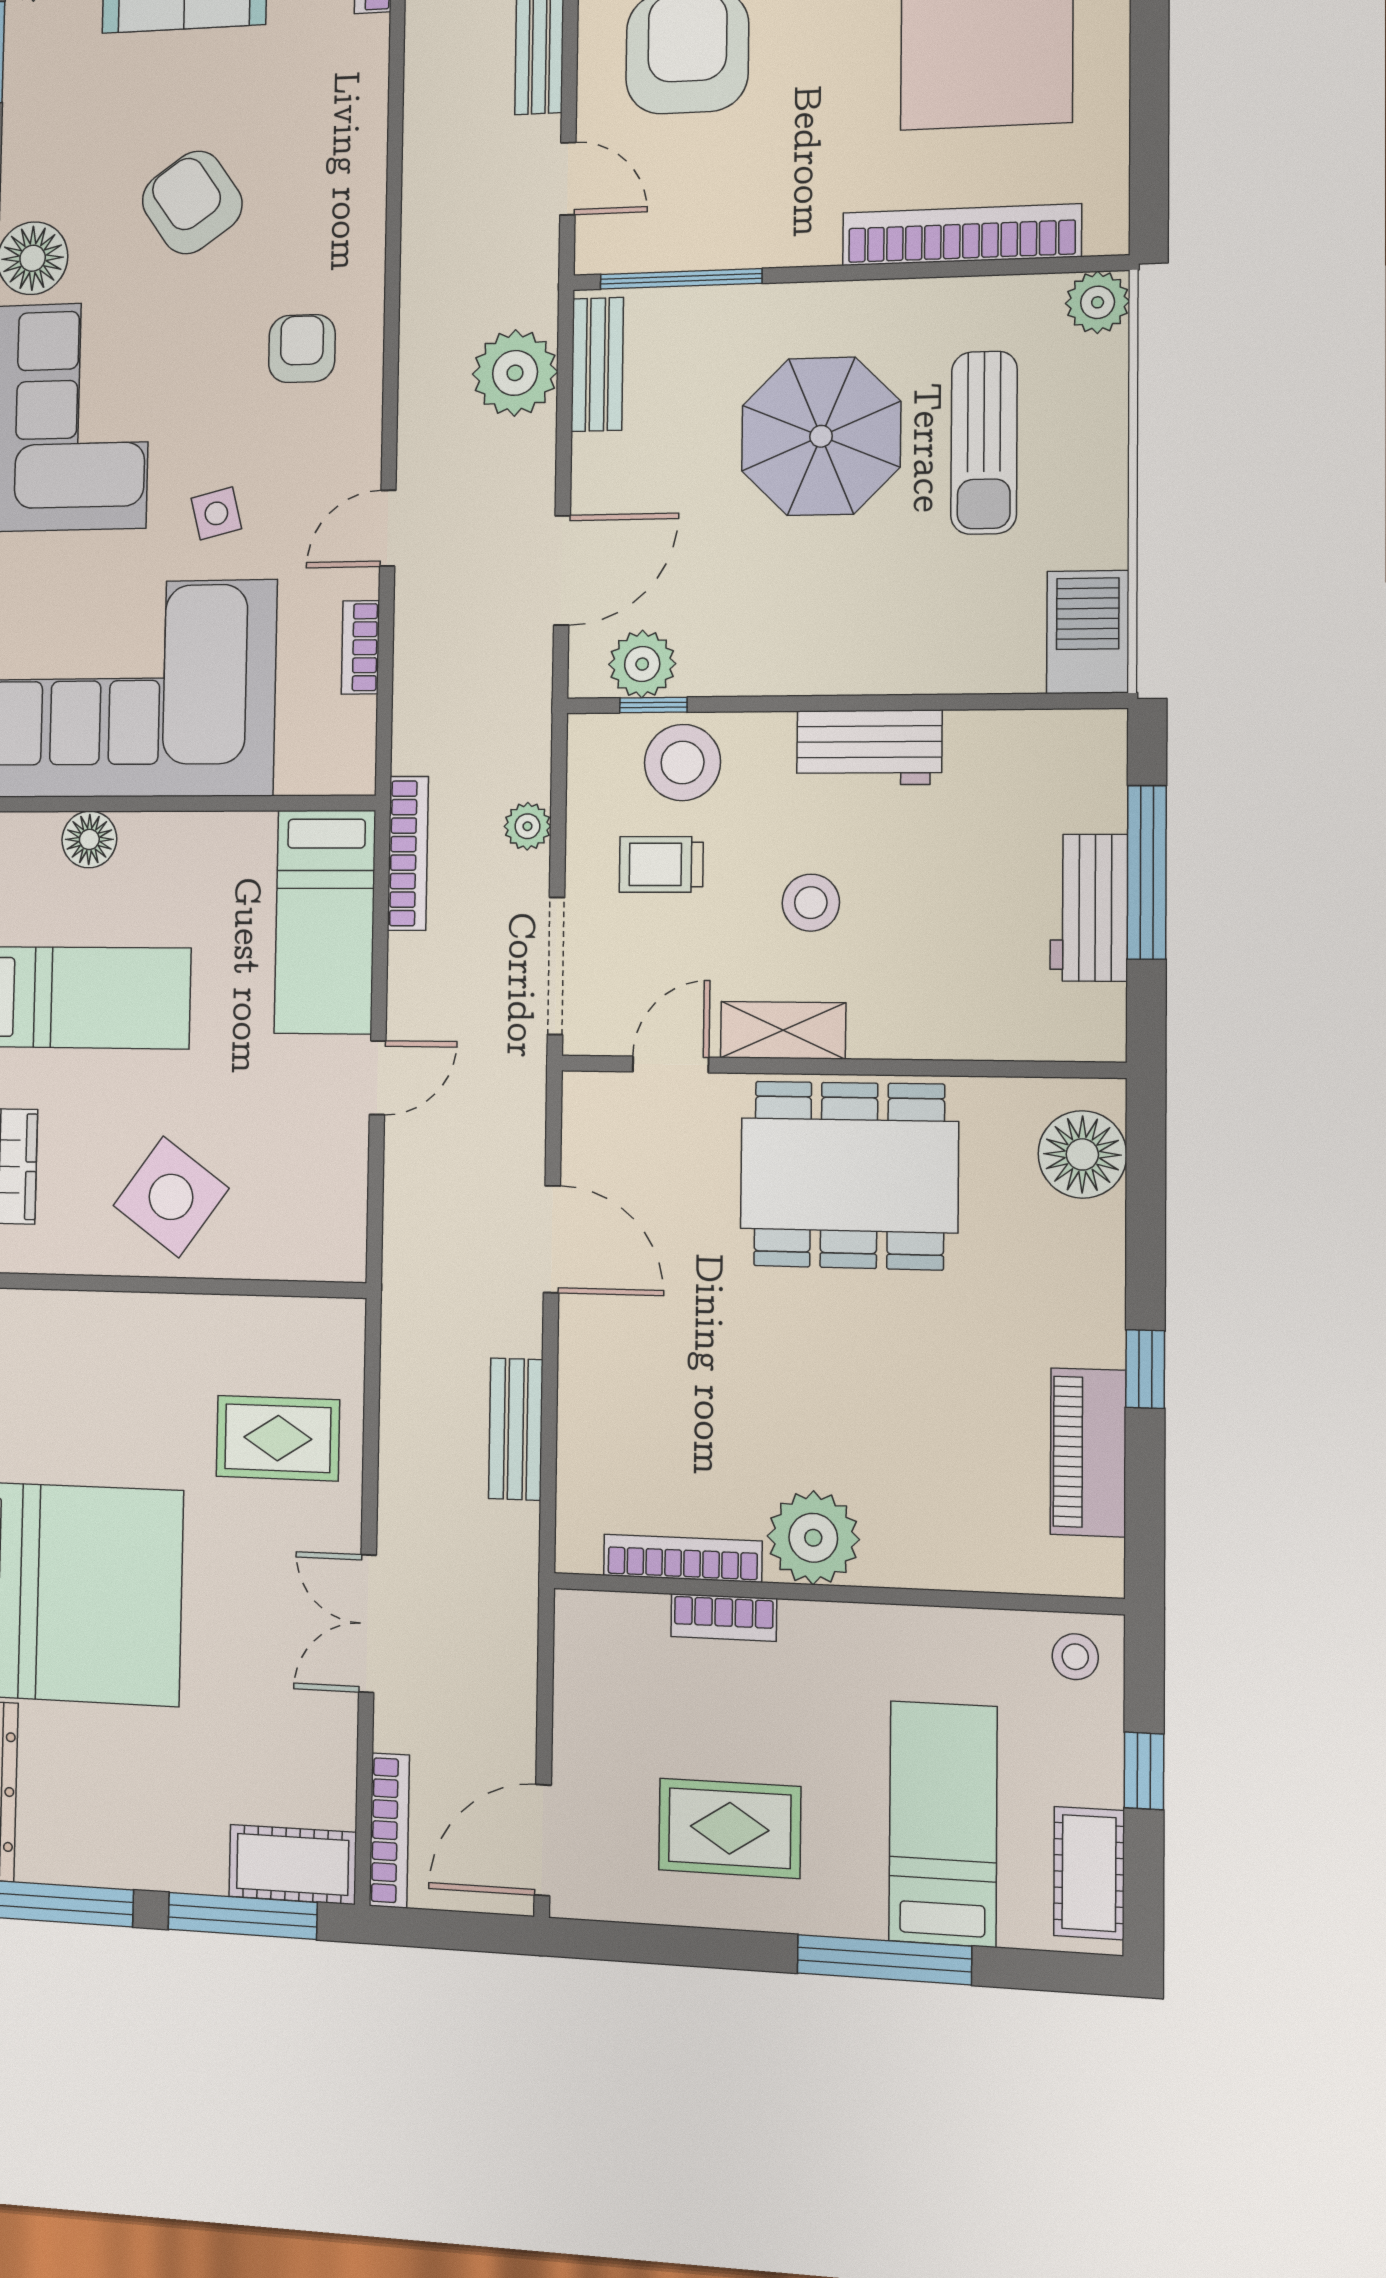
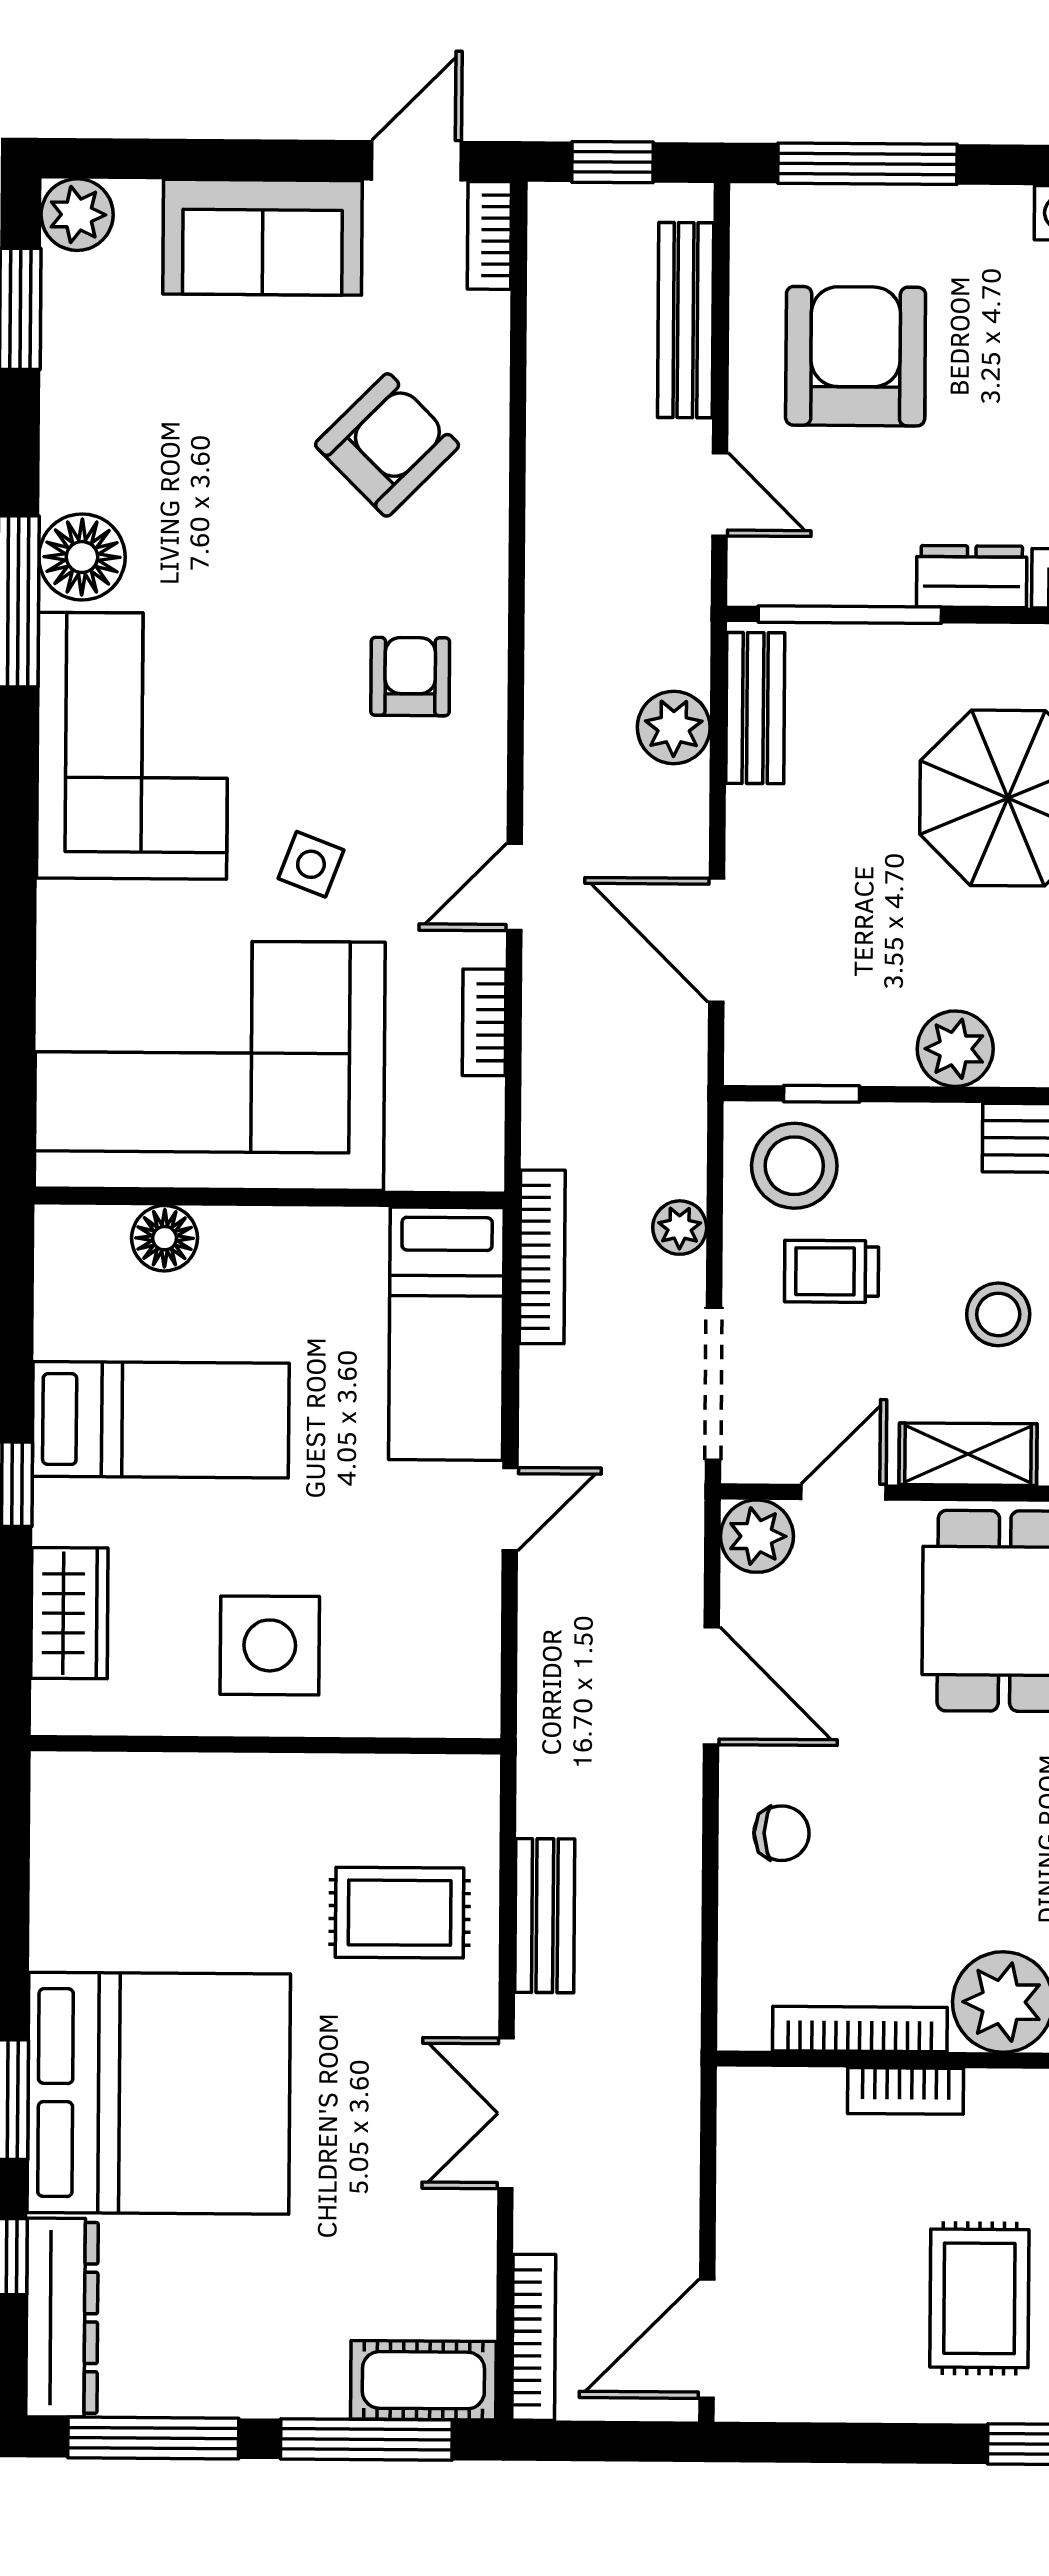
armchair: (192, 202) -> (387, 445), moved, turned 80
dresser: (789, 240) -> (972, 577), added
plant: (515, 373) -> (674, 727), width x0.73, depth x0.73
side table: (216, 513) -> (311, 864), turned 35
door: (562, 570) -> (717, 940), swing flipped
plant: (642, 664) -> (955, 1049), moved
stool: (682, 763) -> (794, 1166), moved
plant: (593, 1104) -> (757, 1536), added
side table: (171, 1197) -> (270, 1645), turned -36
chair: (613, 1375) -> (782, 1833), added
bench: (516, 1429) -> (545, 1916), moved
rug: (730, 1828) -> (979, 2298), moved, turned 90

